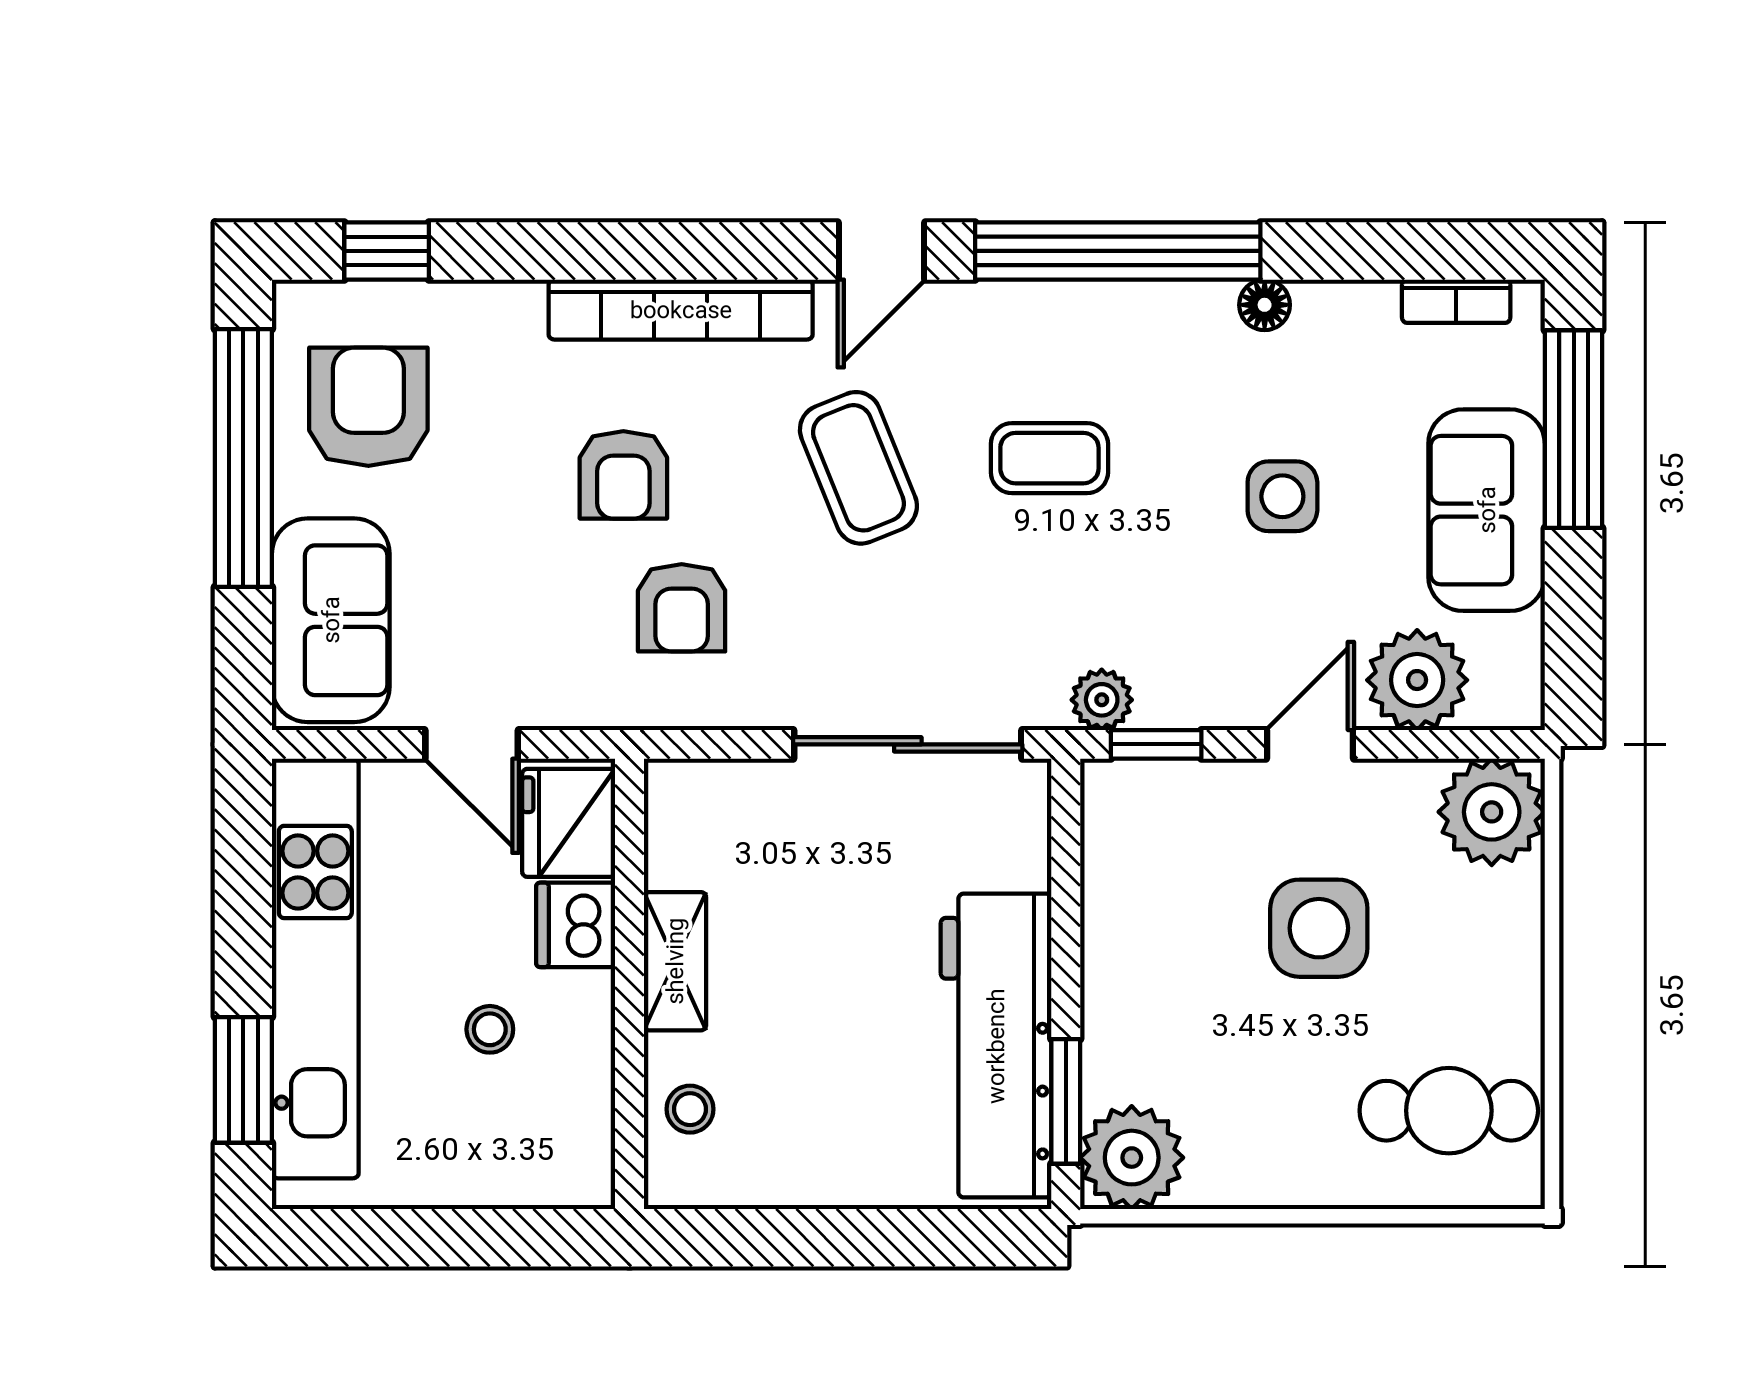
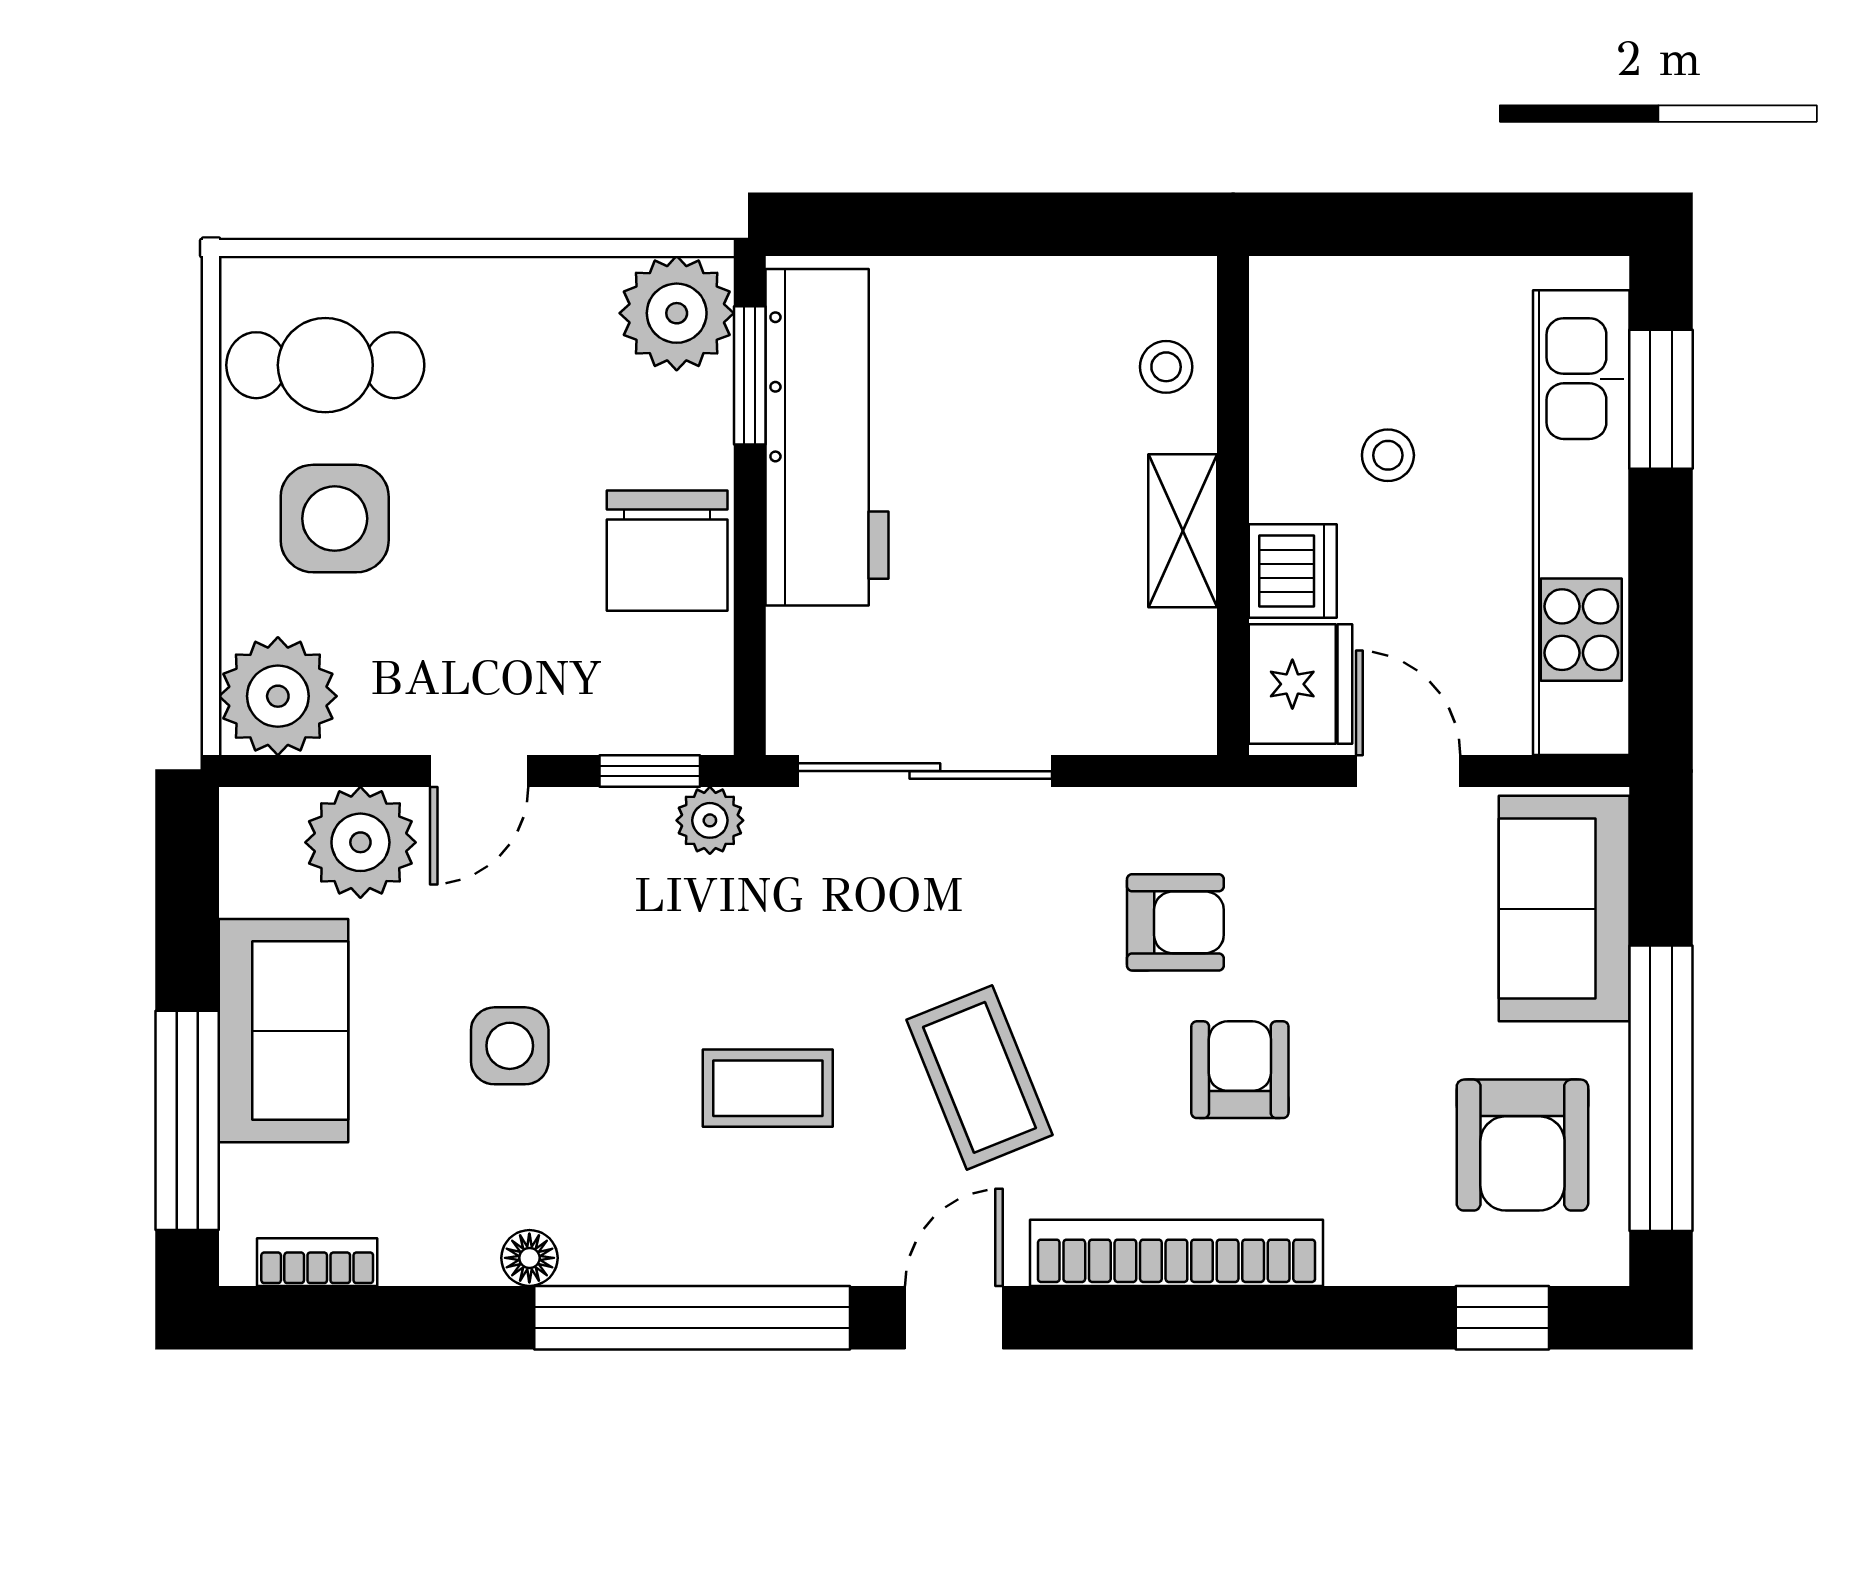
armchair: (682, 608) -> (1175, 922), turned 90
side table: (1319, 928) -> (335, 519), moved
chair: (1140, 943) -> (667, 551), added

